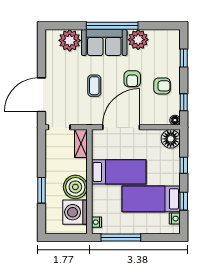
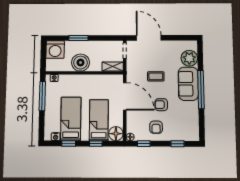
plant: (138, 40) -> (191, 109), removed
bed: (119, 172) -> (99, 120), moved, turned 180
washing machine: (75, 212) -> (55, 50), moved, turned 180

